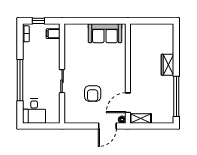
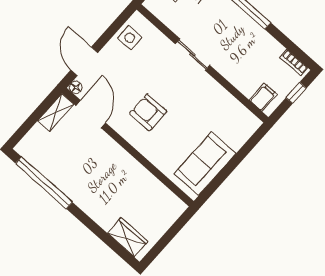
wardrobe: (167, 65) -> (128, 237), moved
armchair: (93, 94) -> (148, 112), moved
side table: (79, 115) -> (130, 38), added

